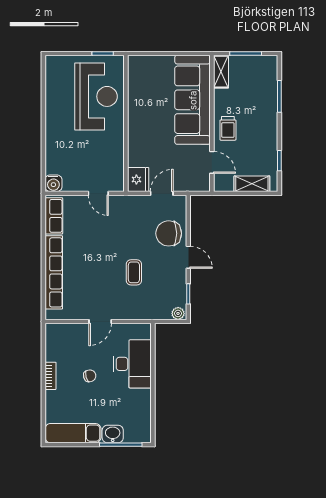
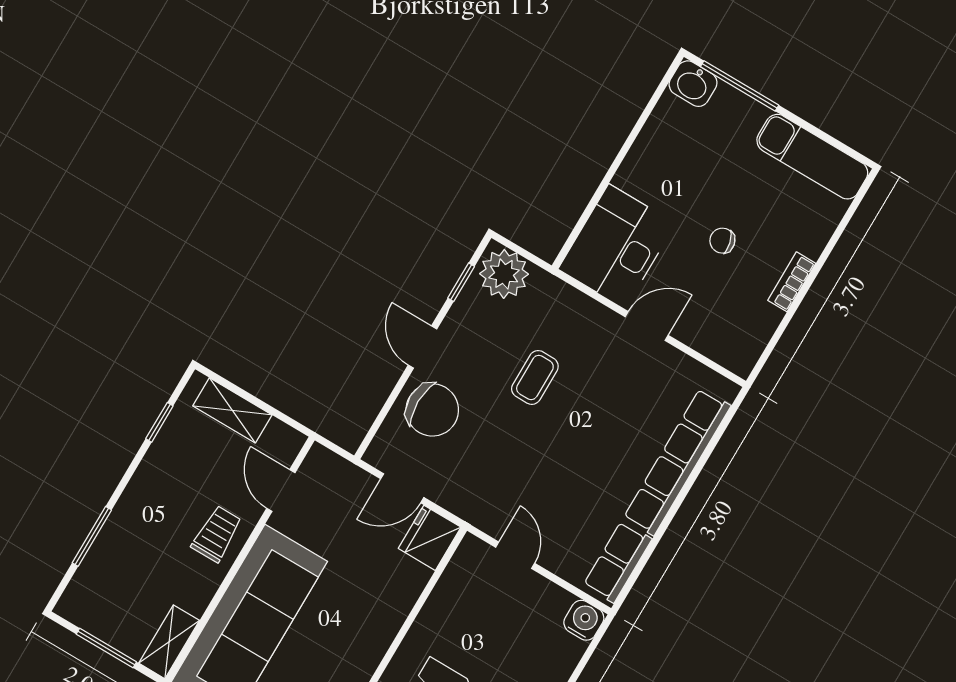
plant: (178, 313) -> (504, 274), width x1.88, depth x1.88
desk: (132, 364) -> (617, 246), moved
washbasin: (113, 434) -> (693, 84), moved

